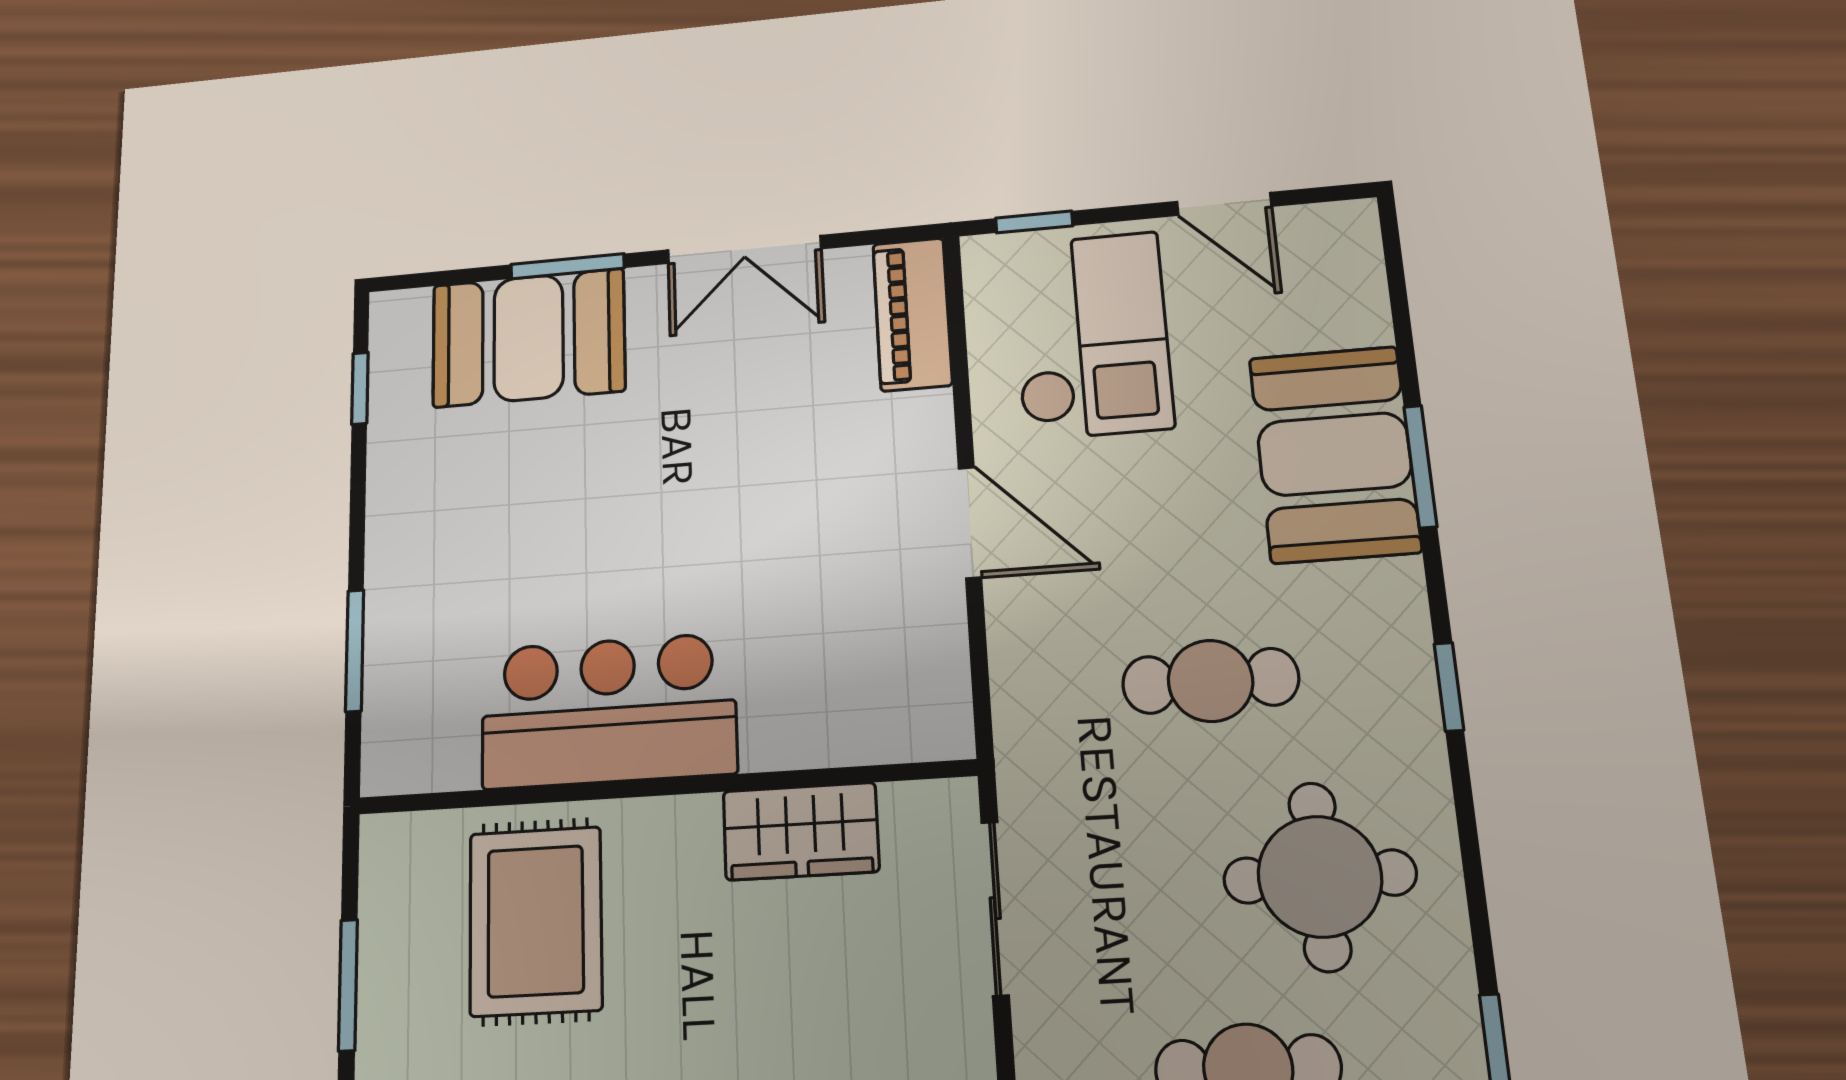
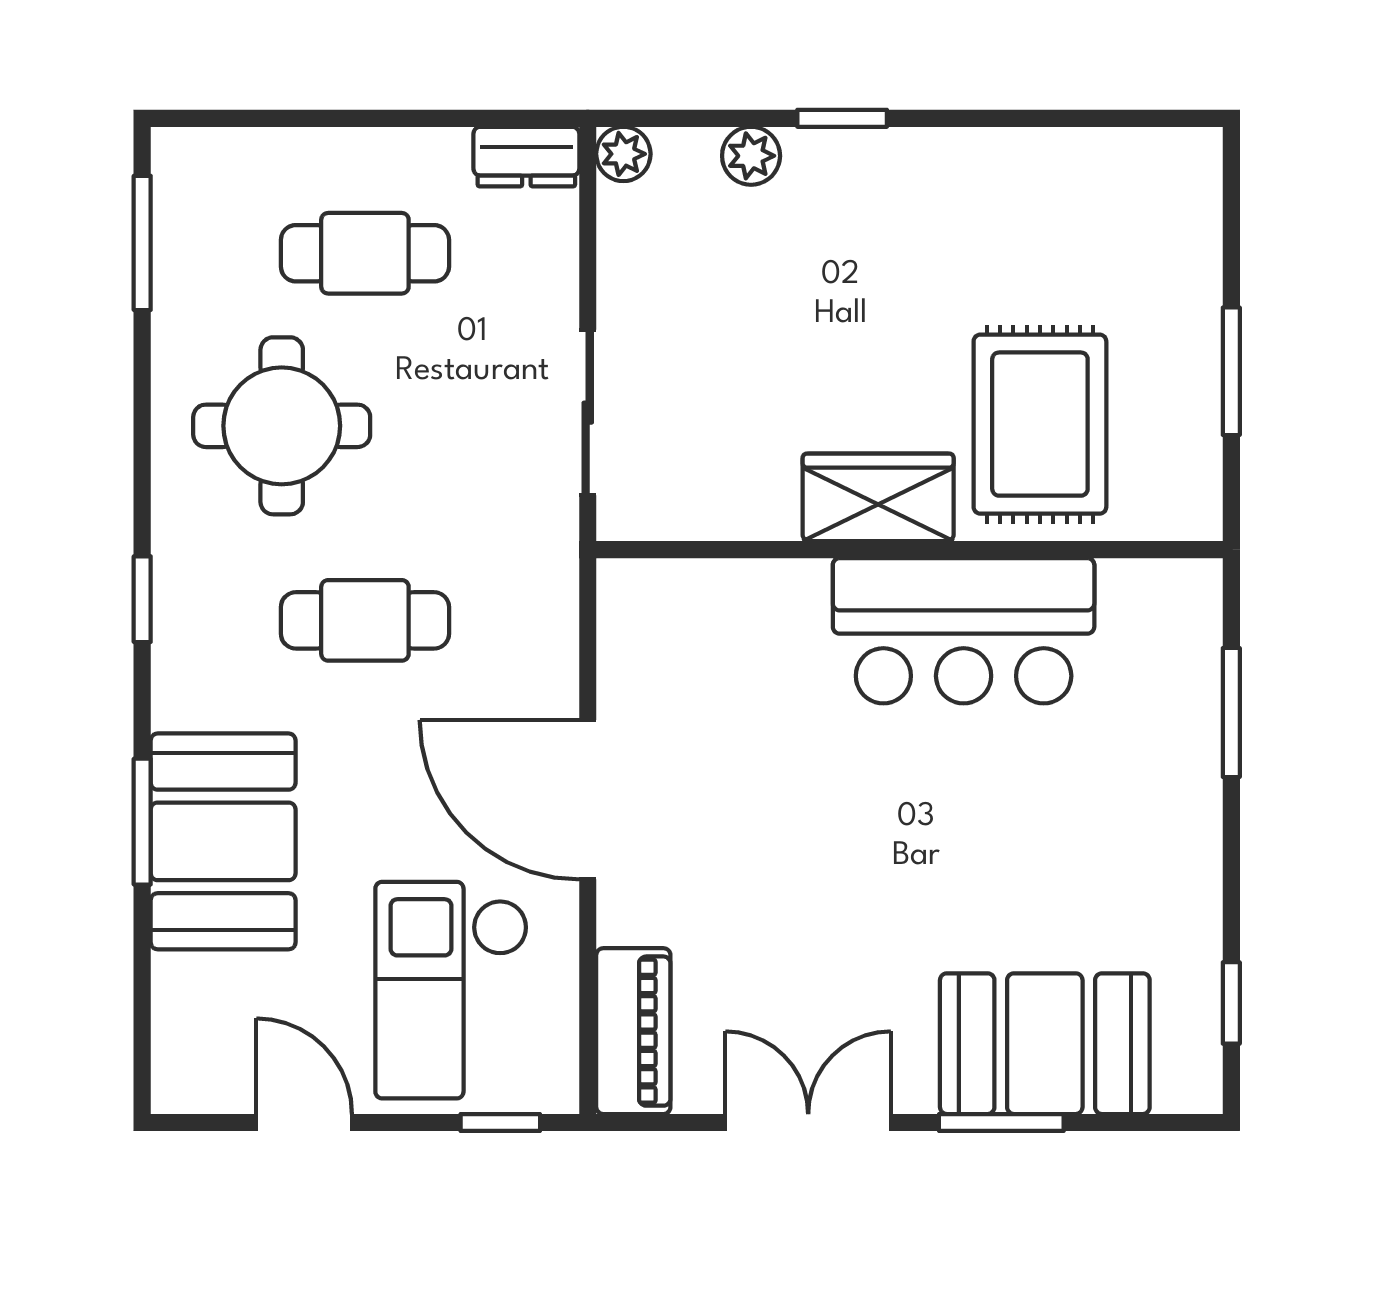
door: (970, 523) -> (588, 800), width x1.36
wardrobe: (801, 831) -> (878, 497), moved

